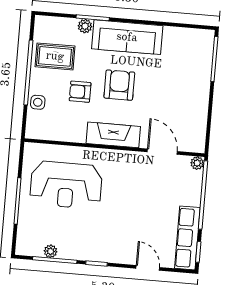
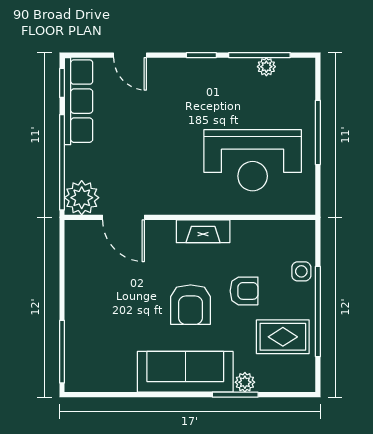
fireplace: (113, 135) -> (203, 231), width x0.73, depth x0.76
plant: (197, 163) -> (82, 198), width x1.87, depth x1.87
reception desk: (66, 185) -> (253, 160), turned 180

